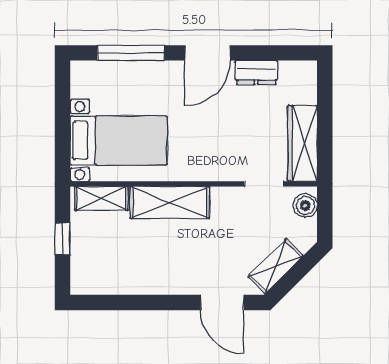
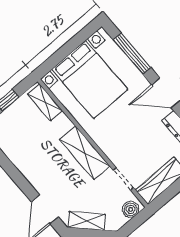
bed with nightstands: (119, 140) -> (90, 79), width x1.36
shelving: (170, 202) -> (85, 153), moved

